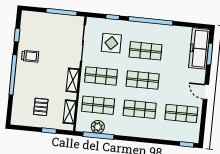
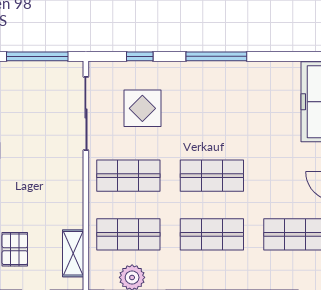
window: (151, 21) -> (216, 56), width x0.68
shop shelf: (146, 51) -> (212, 117), removed
shelving: (73, 80) -> (73, 190), removed

